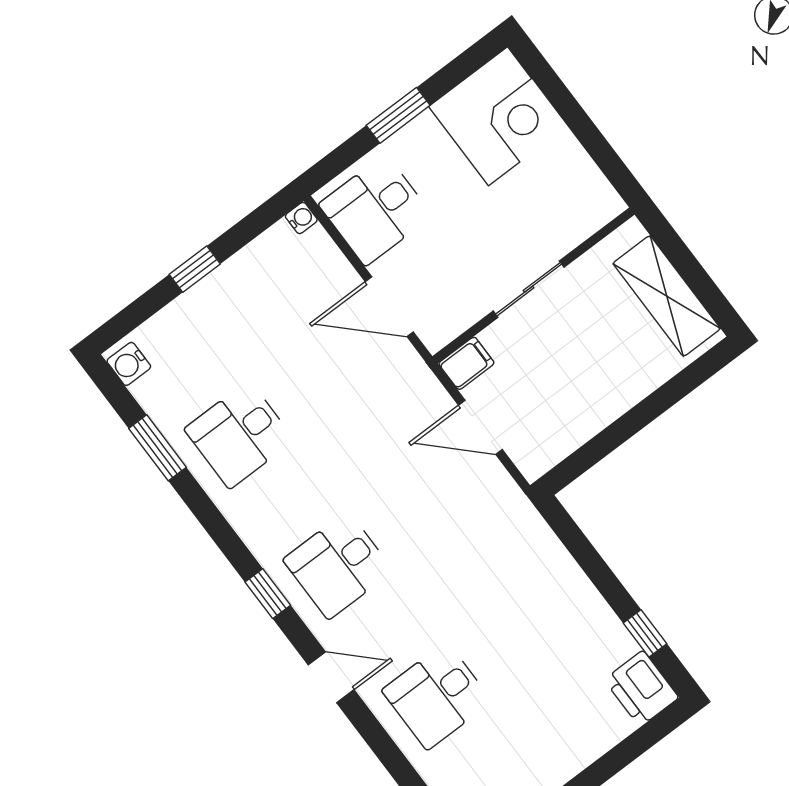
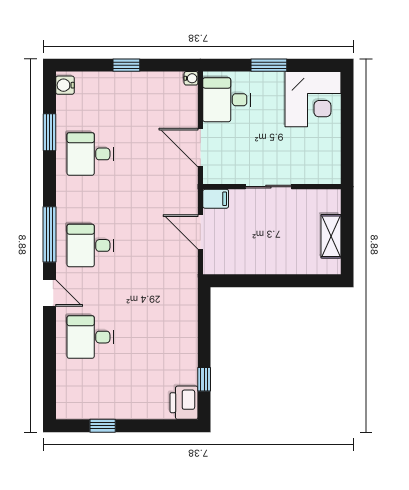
shelving: (667, 296) -> (331, 236), width x0.67, depth x0.75
window: (268, 594) -> (49, 234), width x2.17

